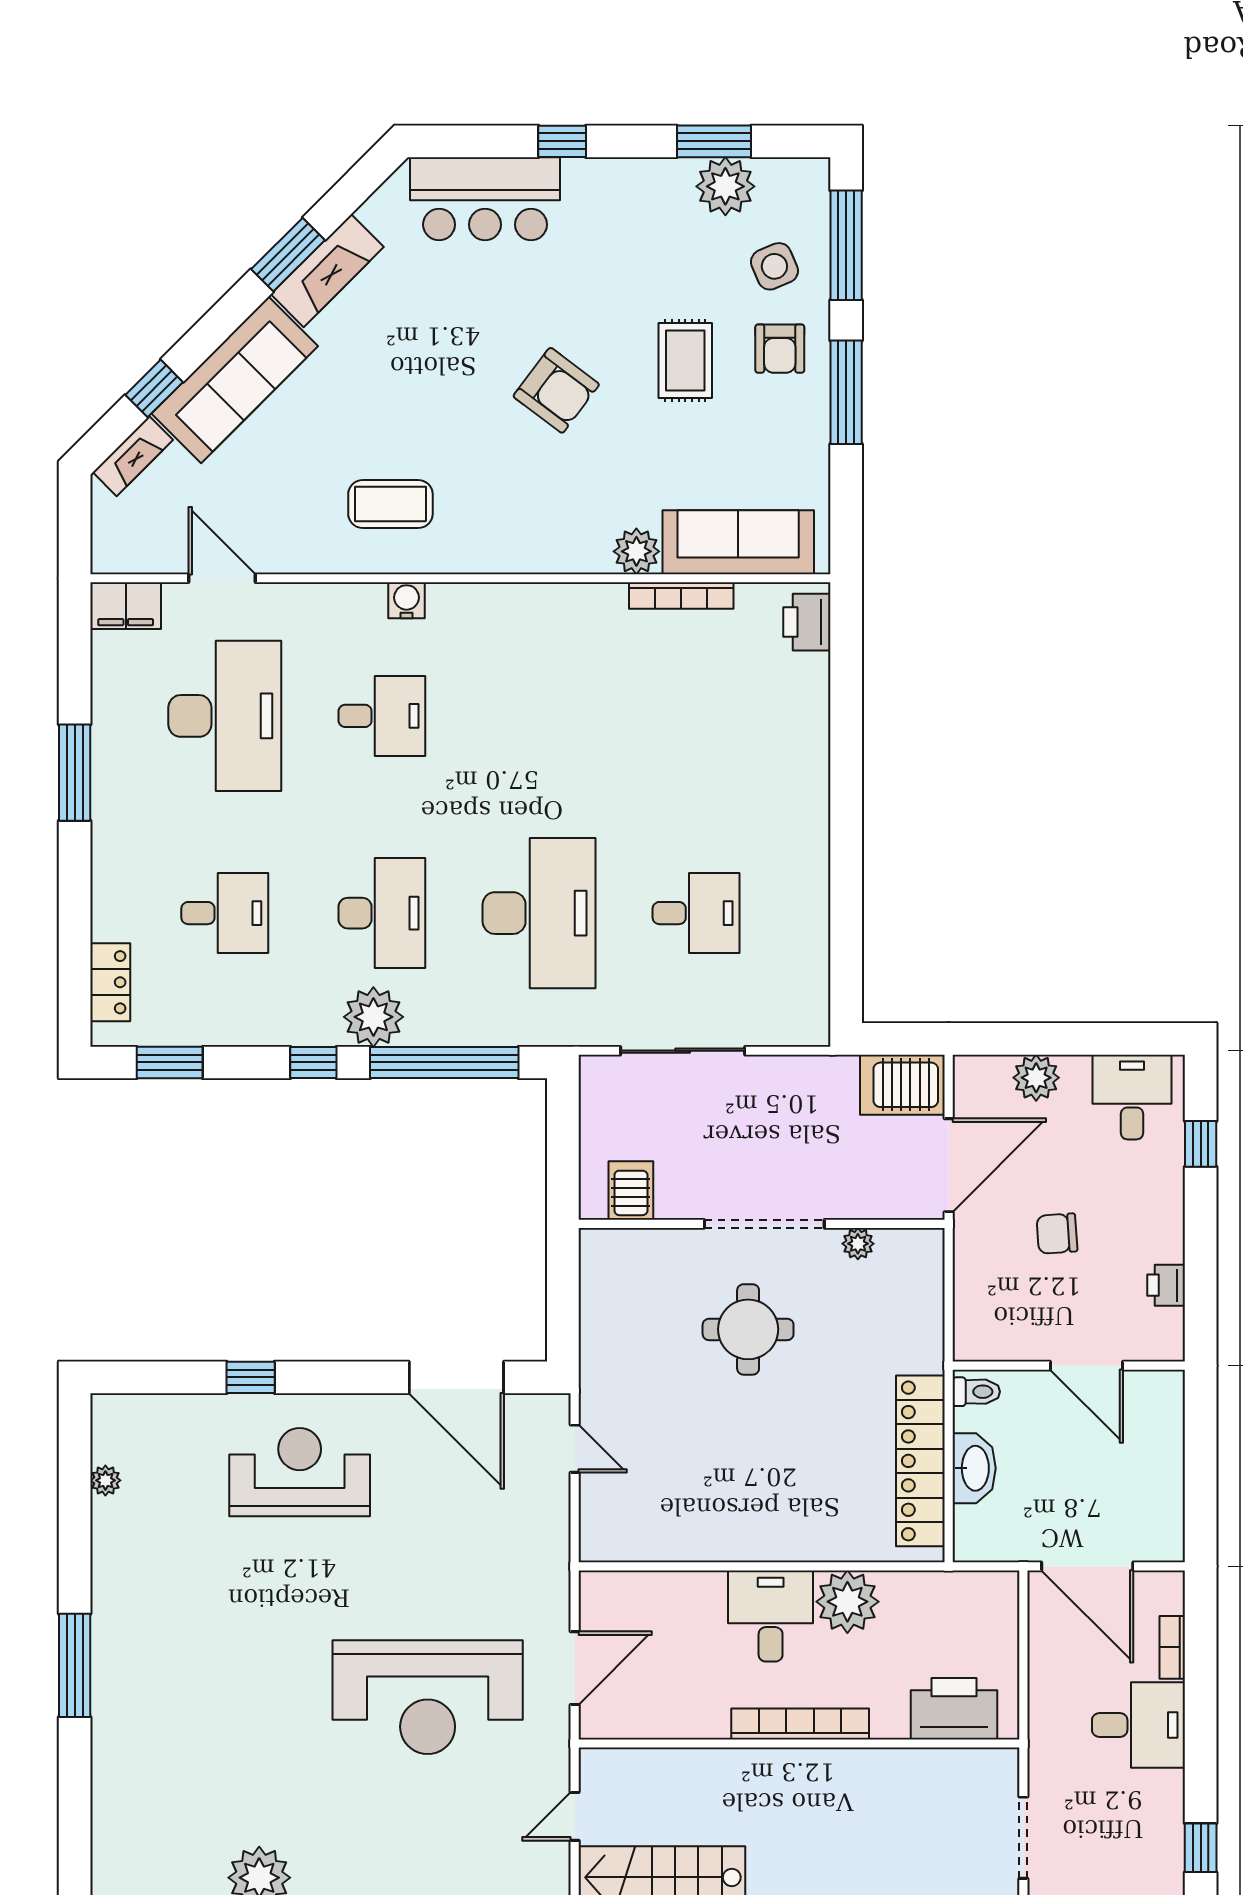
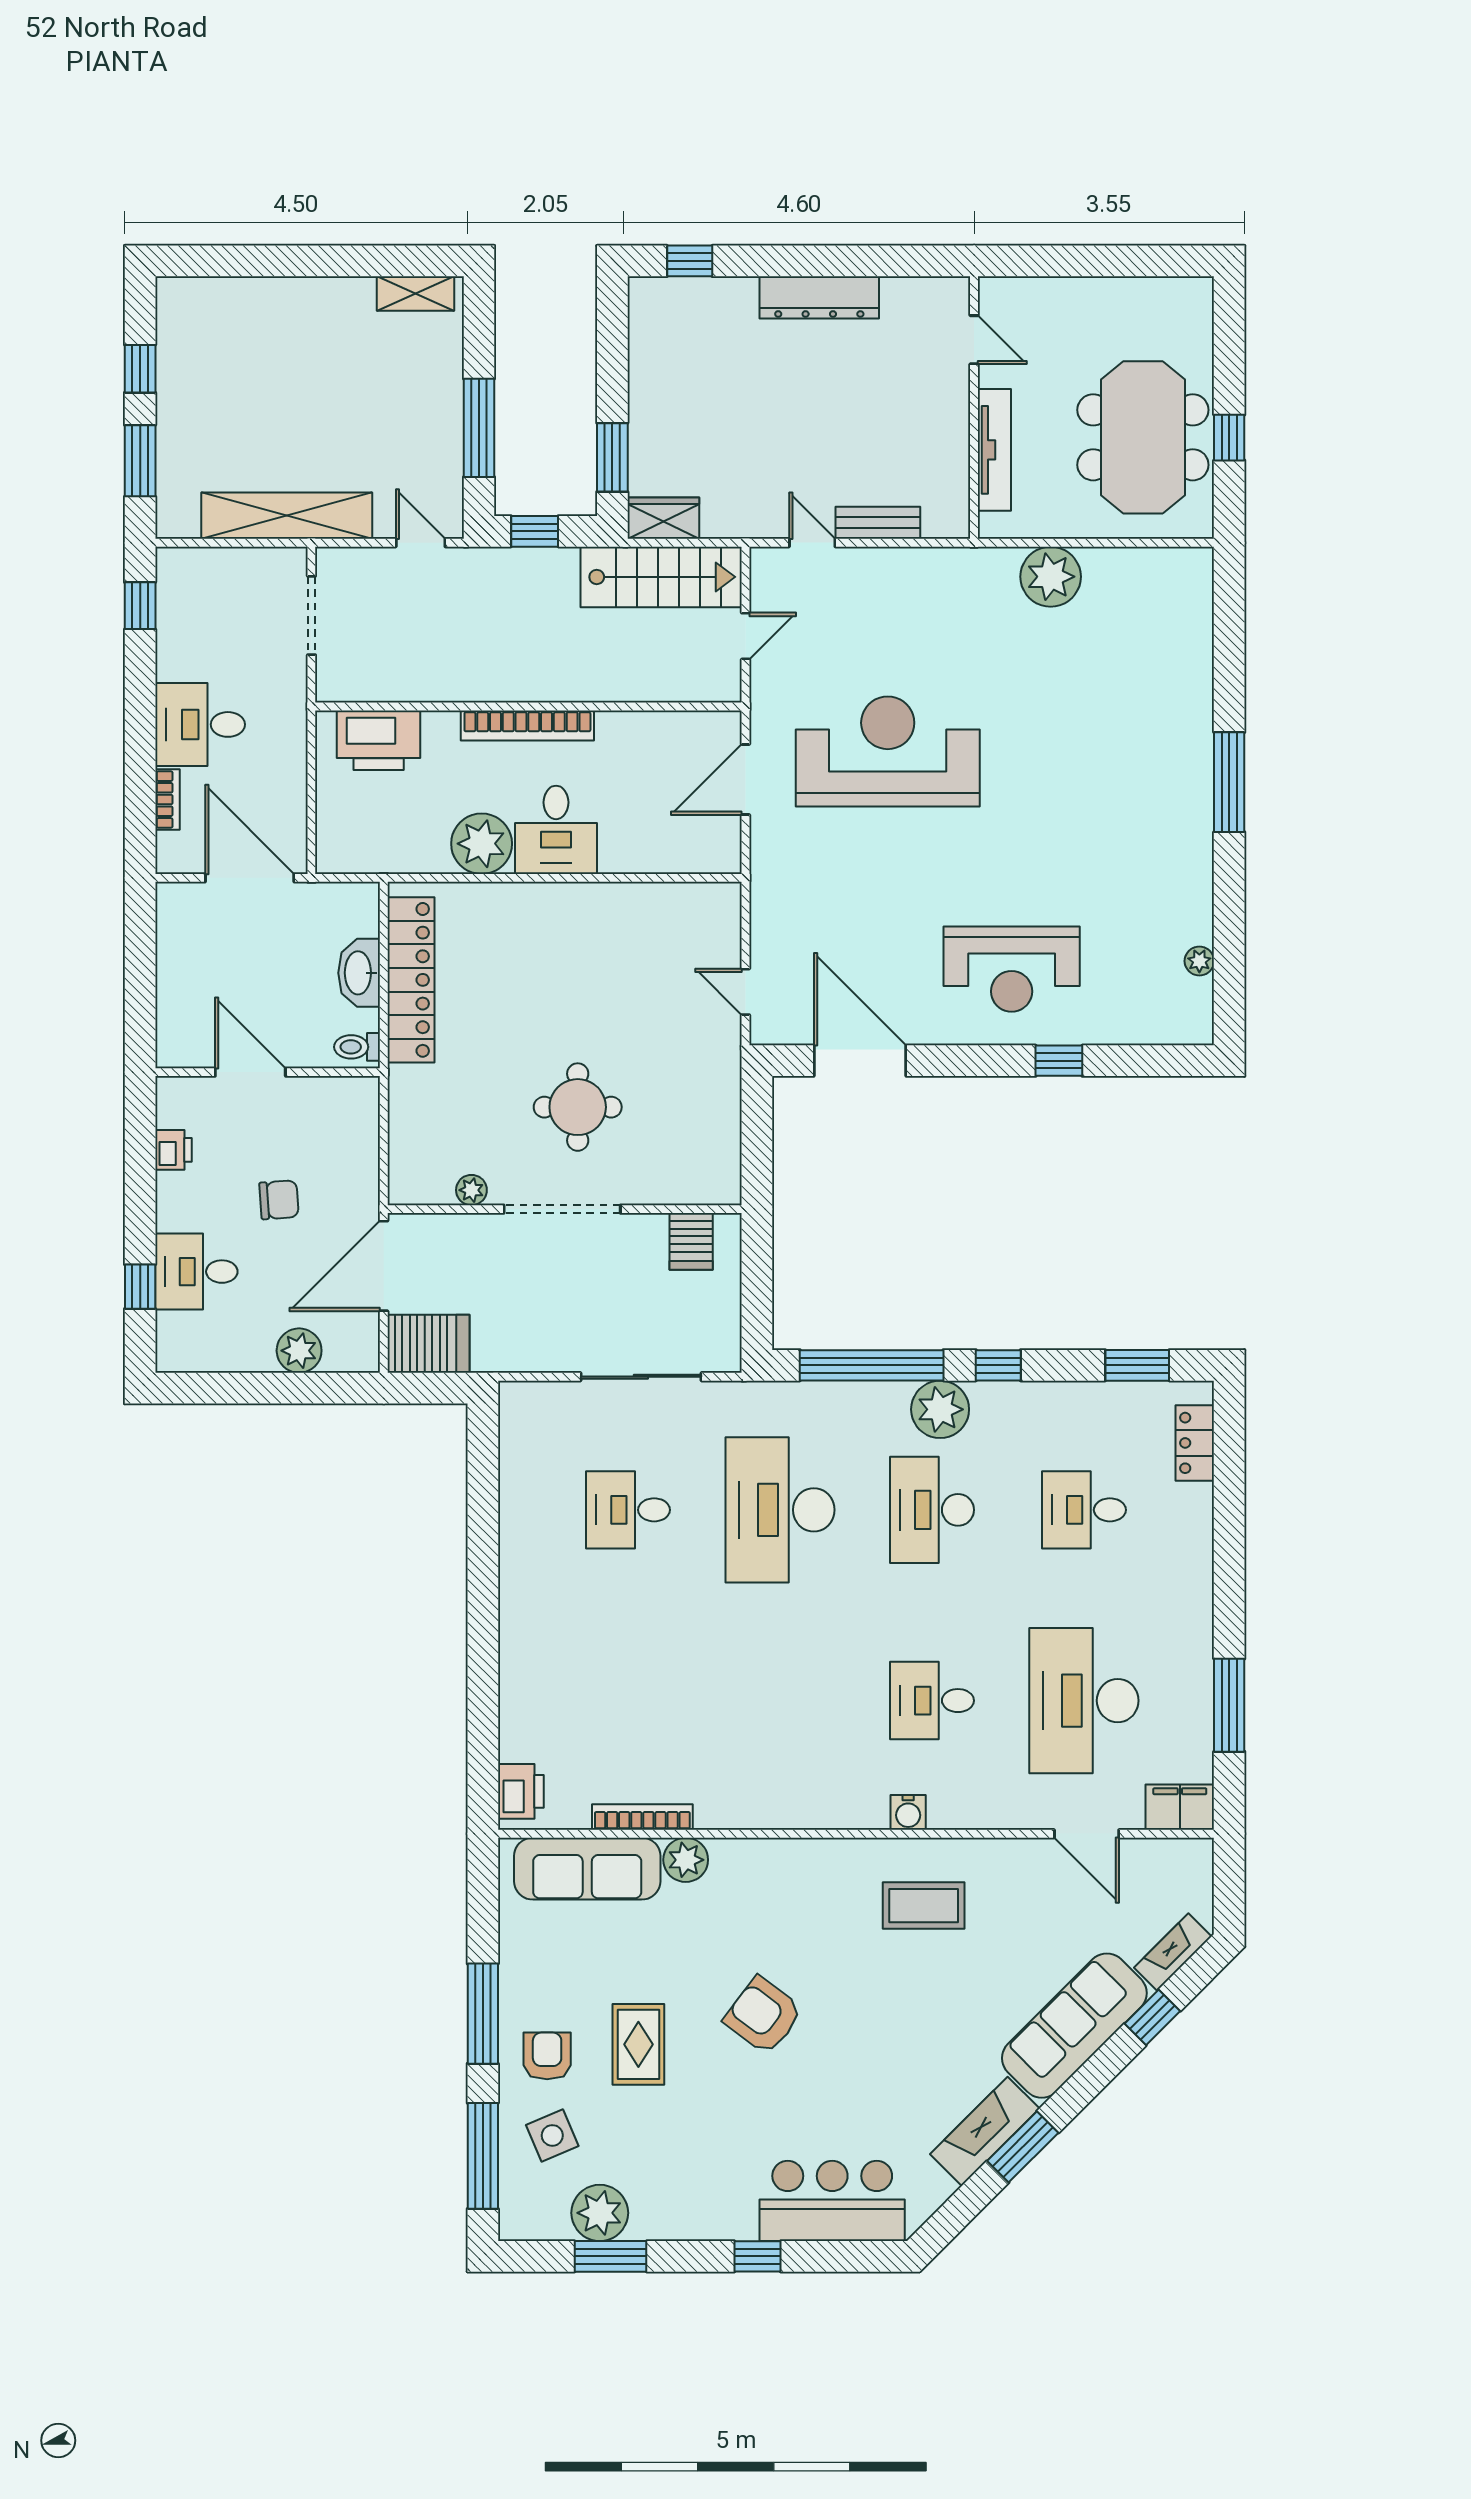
window: (75, 773) -> (1229, 1705), moved
desk: (1132, 1097) -> (196, 1272), moved, turned 90

